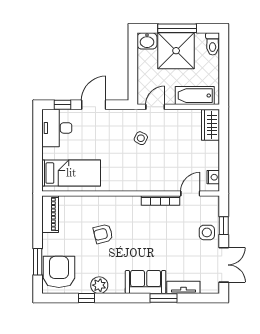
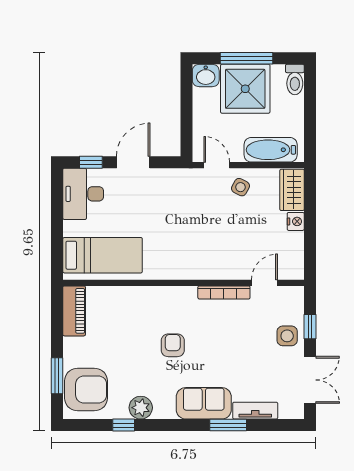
door: (155, 107) -> (217, 165), hinge flipped
side table: (141, 138) -> (240, 187), moved
nightstand: (213, 177) -> (296, 221), moved
armchair: (103, 234) -> (173, 345), moved, turned 104
armchair: (59, 272) -> (86, 389), turned 90

